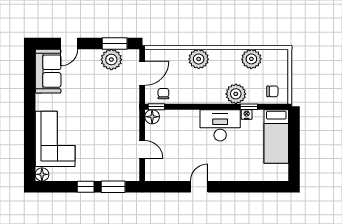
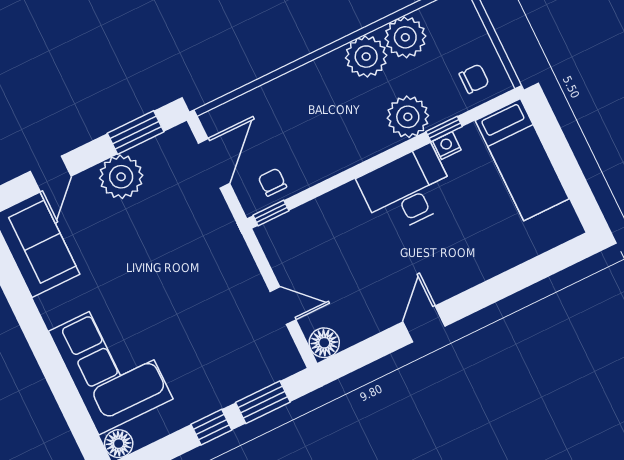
plant: (199, 59) -> (366, 57), moved
plant: (111, 60) -> (121, 177), moved
floor lamp: (152, 117) -> (324, 343), moved

